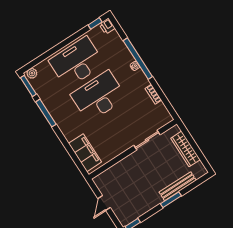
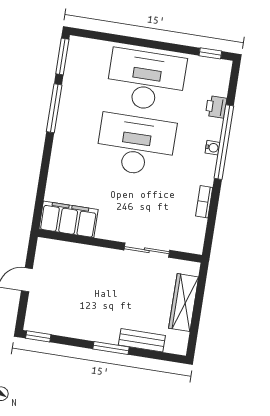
printer: (107, 26) -> (216, 107), moved
plant: (32, 73) -> (80, 45), removed
filing cabinet: (85, 153) -> (68, 219), moved, turned -90
bench: (178, 186) -> (142, 340), width x0.73

